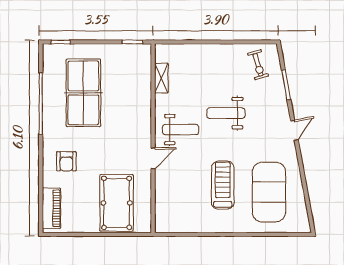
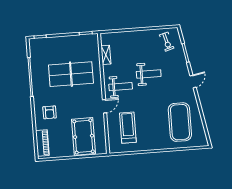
table tennis table: (83, 93) -> (71, 74), moved, turned 90
weight bench: (226, 113) -> (149, 74), turned 180
treadmill: (223, 185) -> (128, 128), moved

